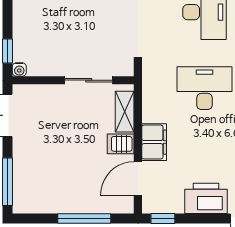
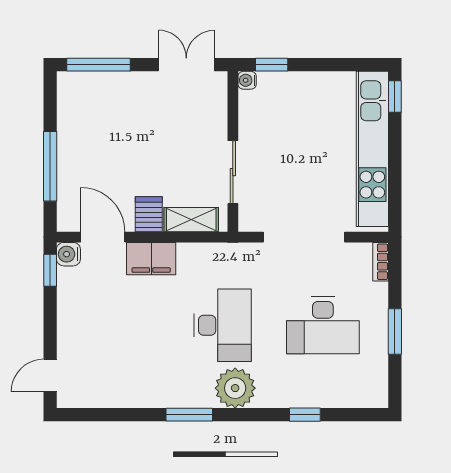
printer: (206, 198) -> (77, 327), removed
water cooler: (151, 205) -> (68, 254), added

